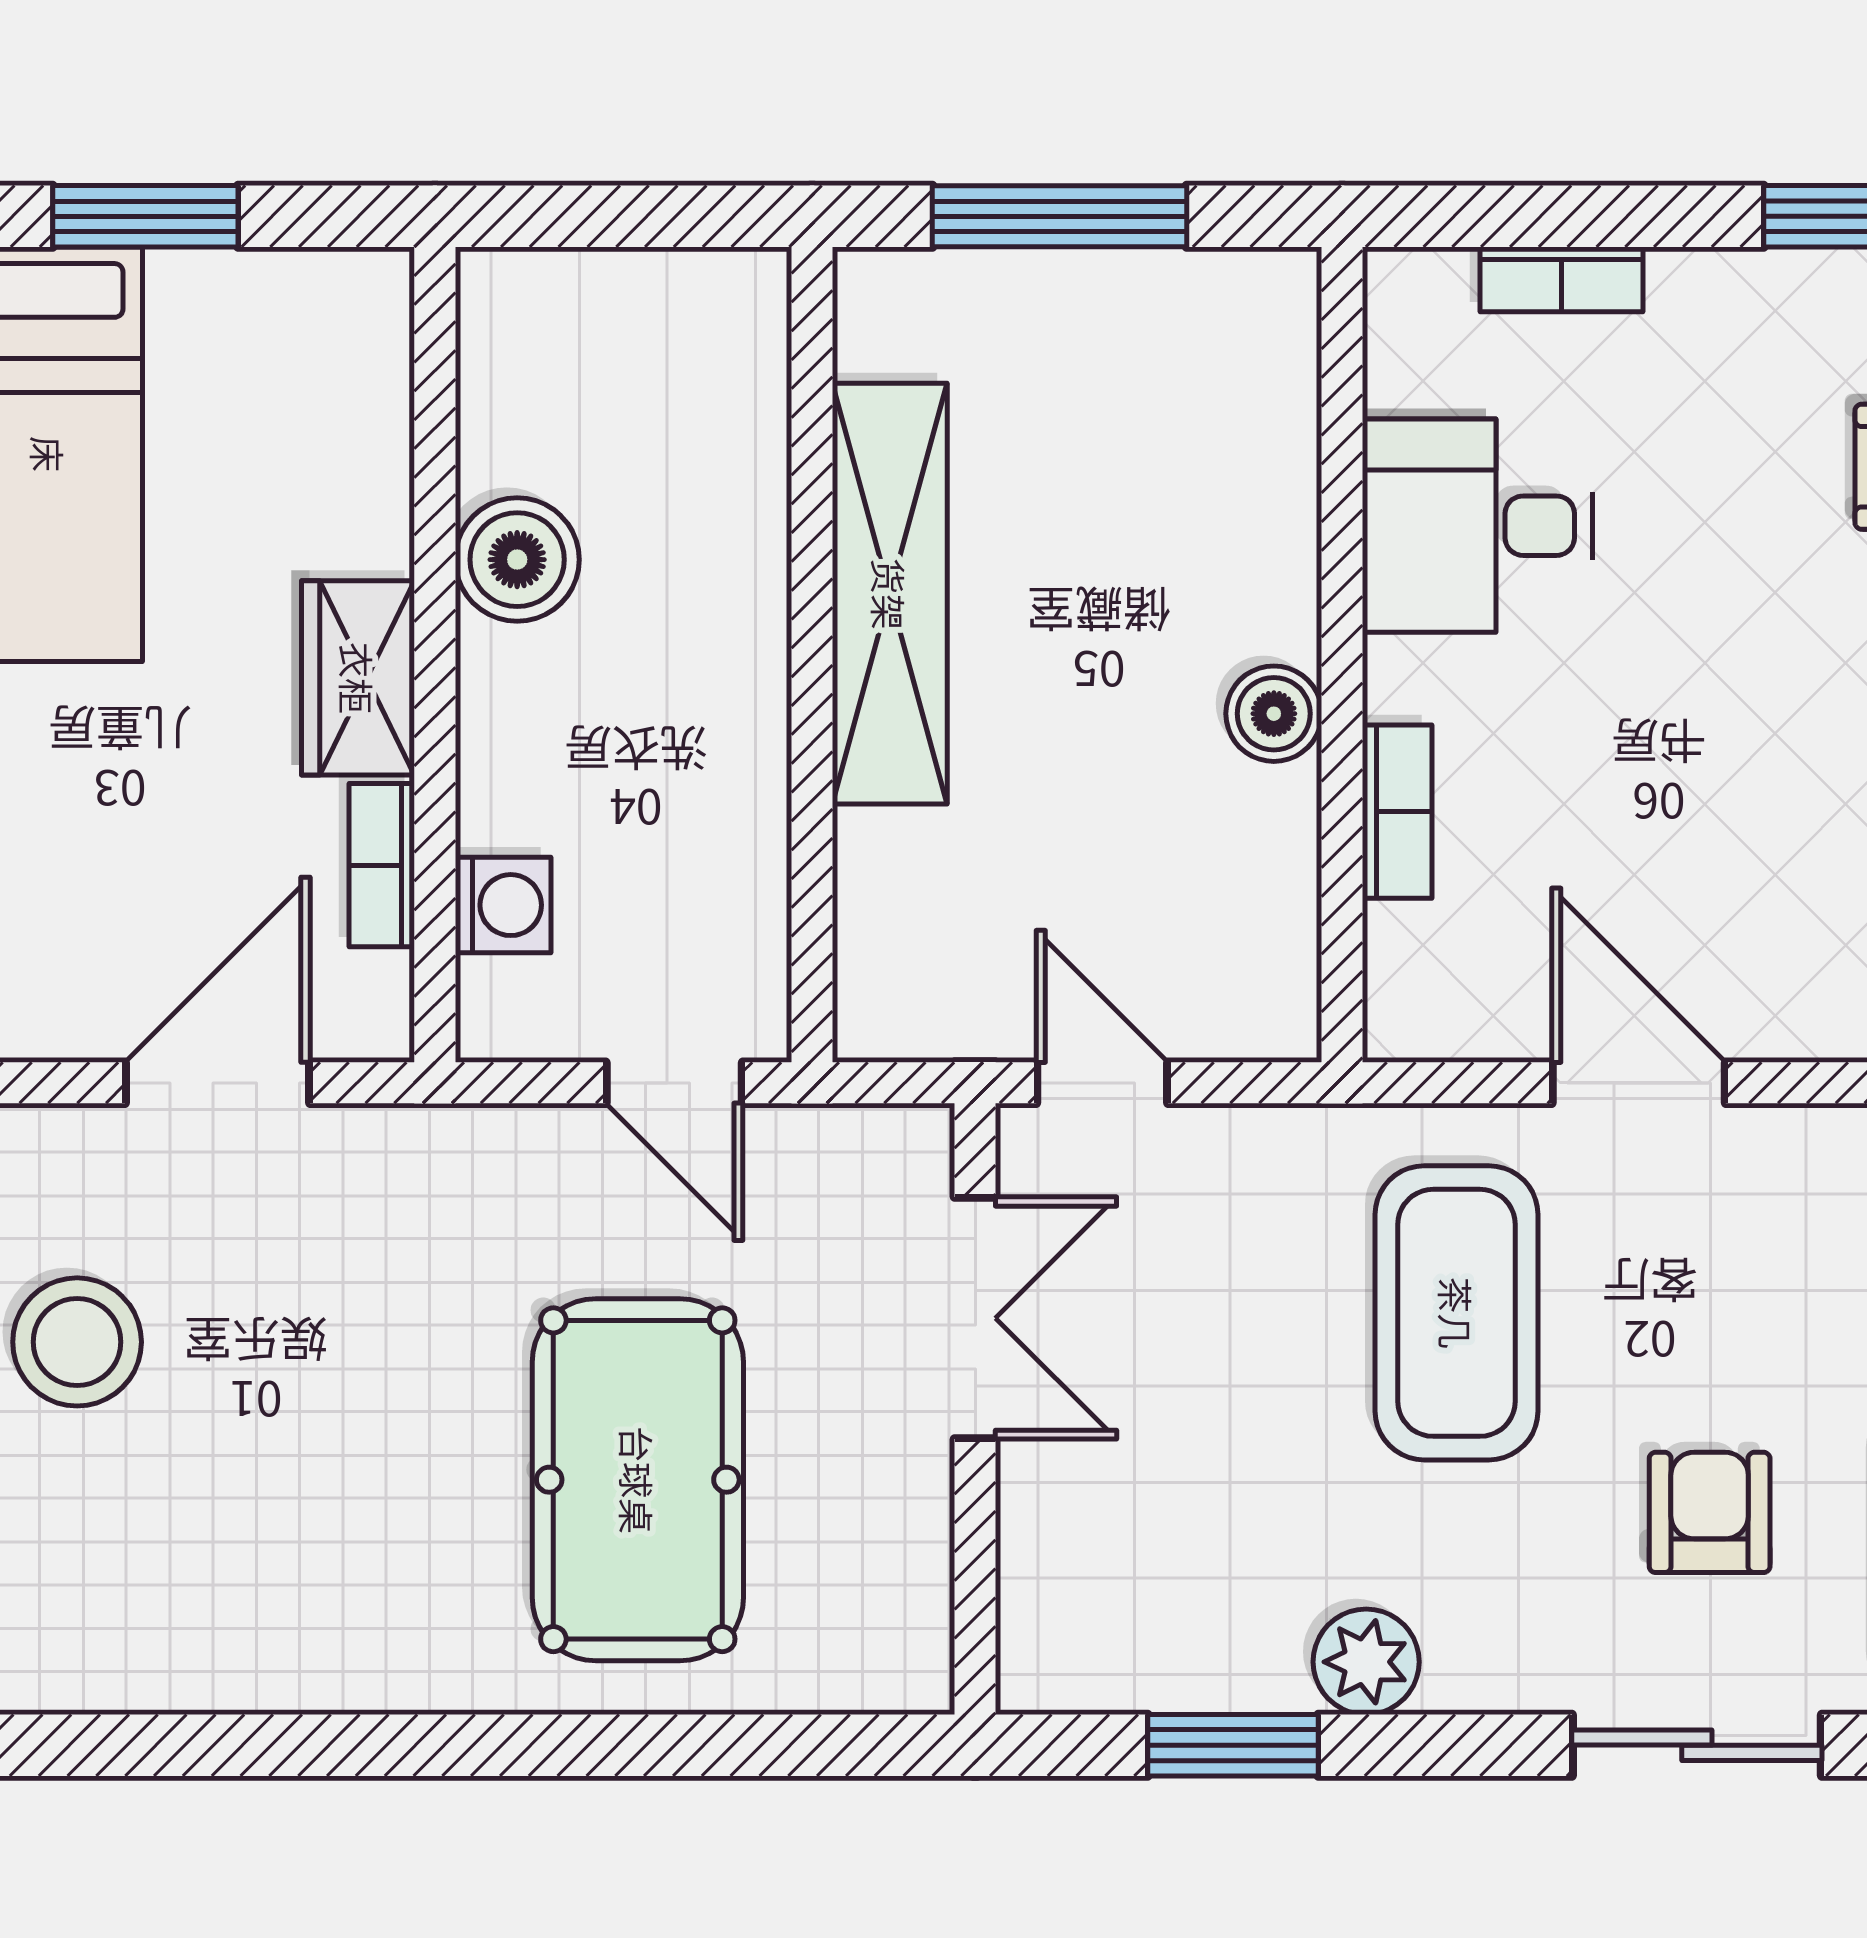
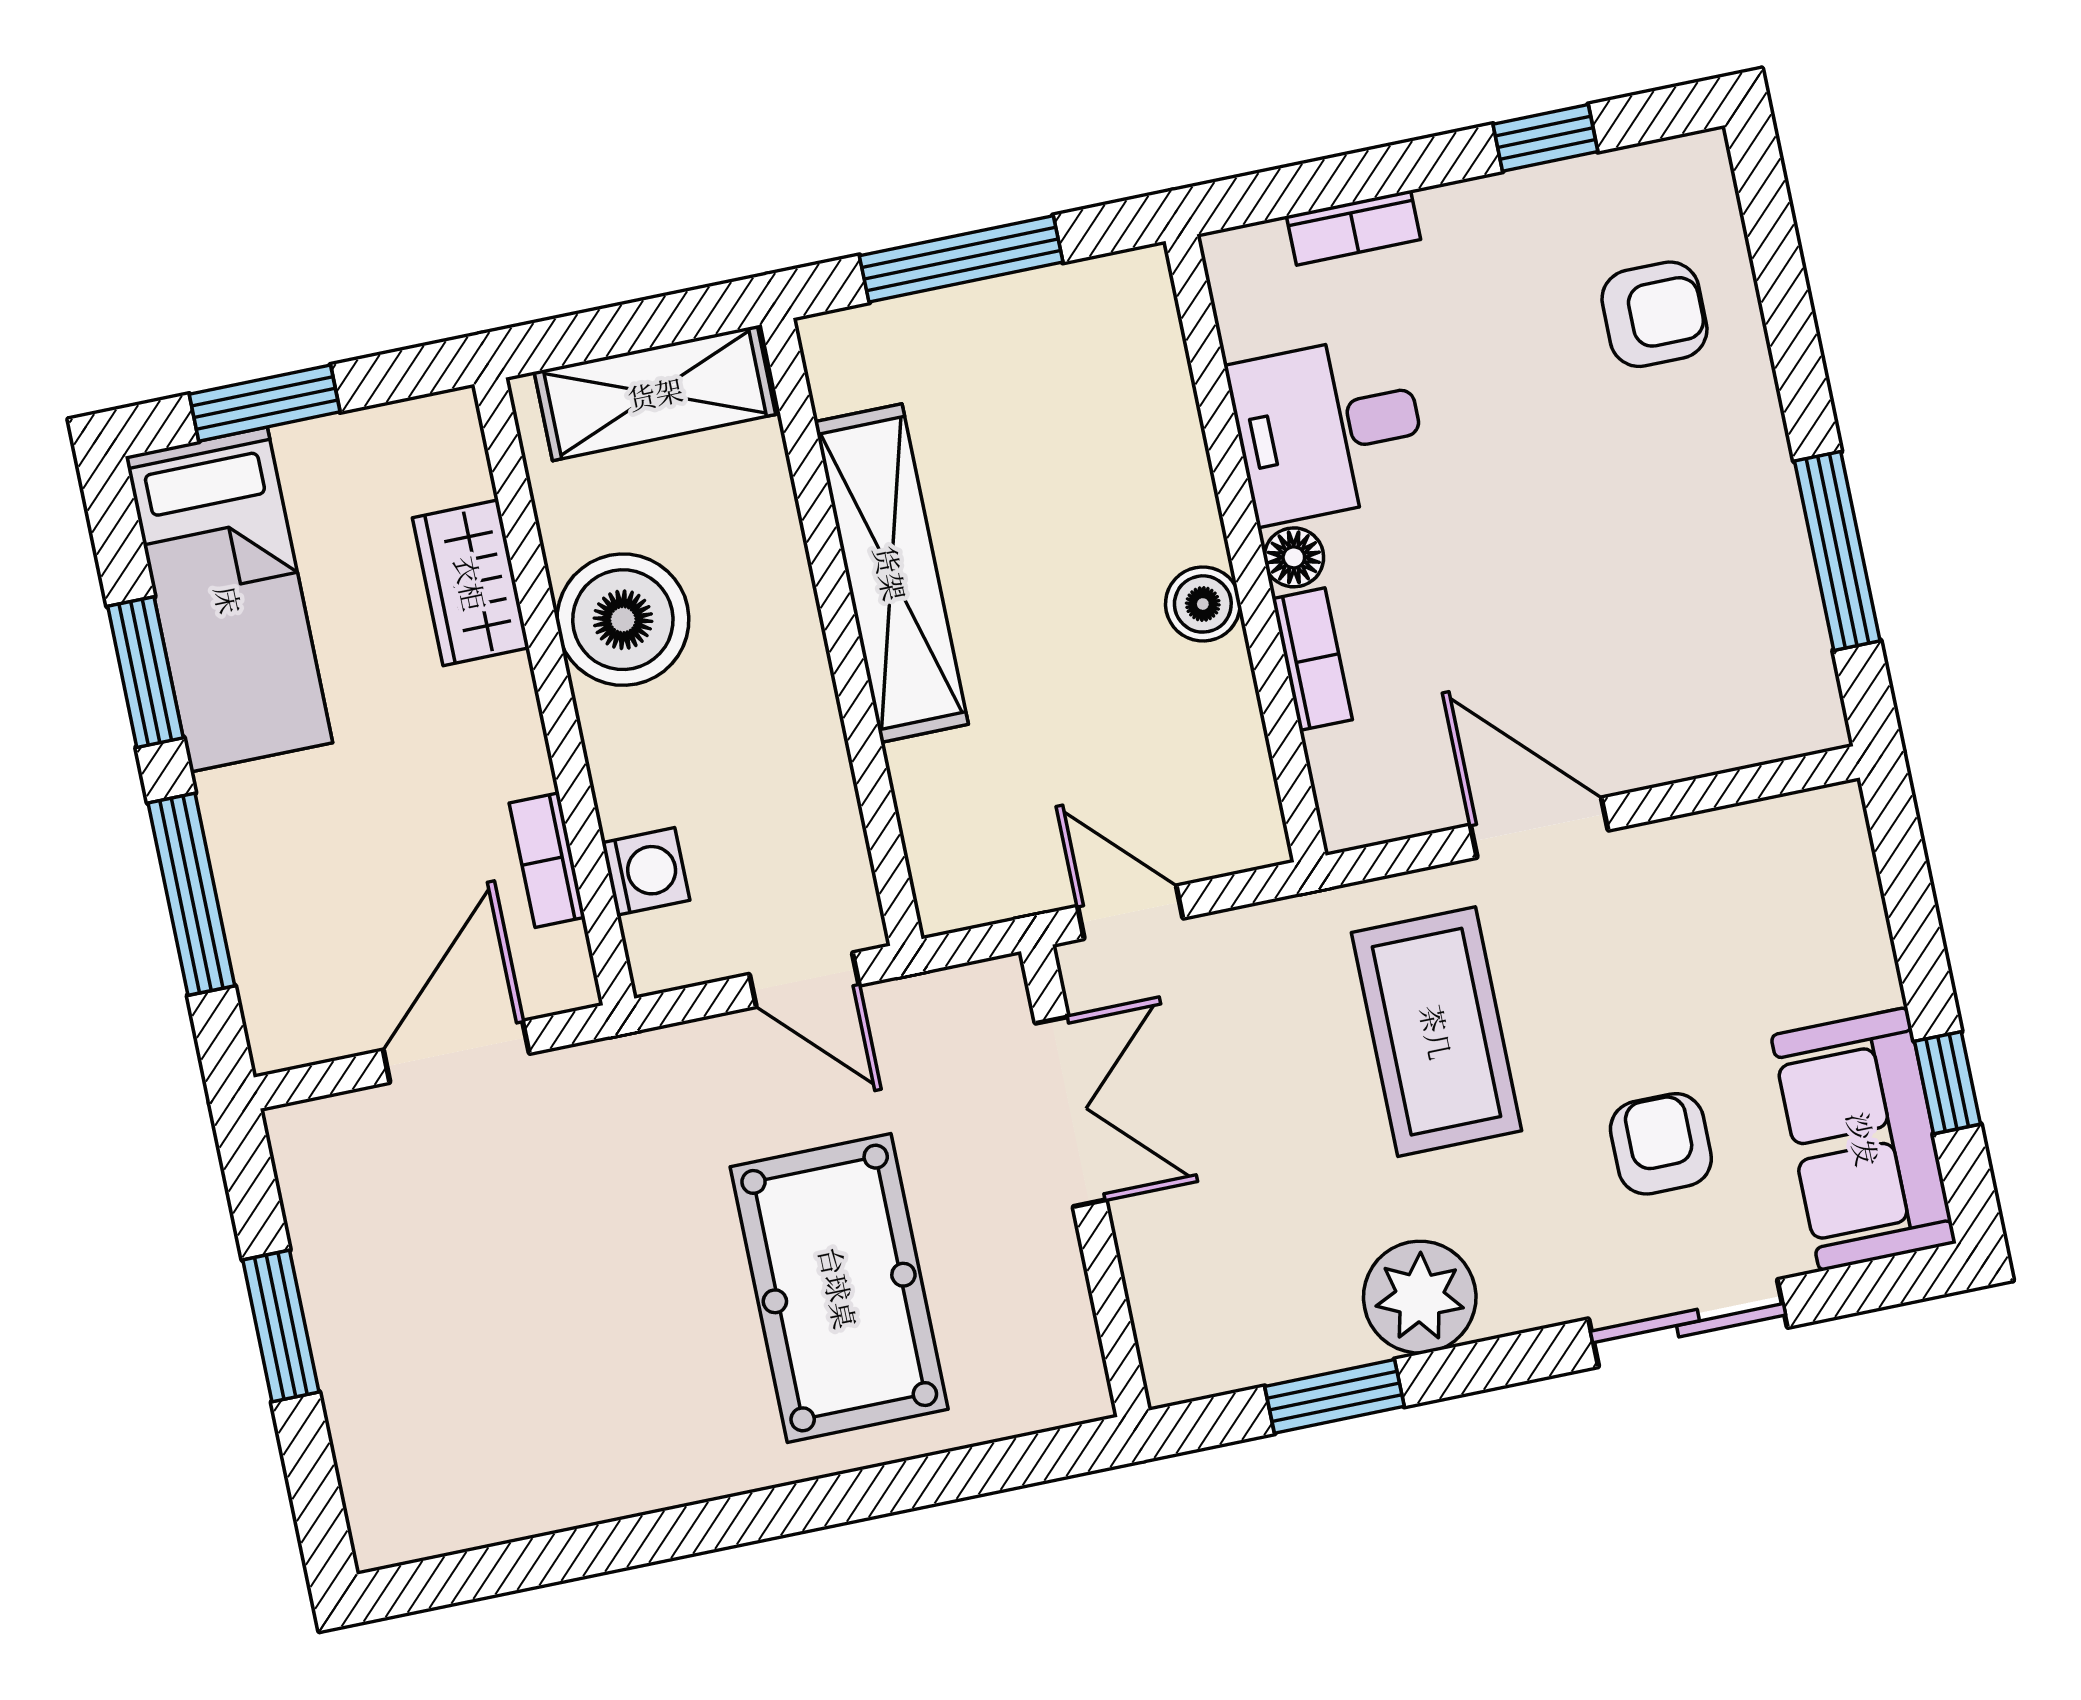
shelving: (639, 305) -> (655, 393), added
boiler: (517, 560) -> (623, 620), width x1.37, depth x1.37
wardrobe: (358, 678) -> (471, 583), moved
floor lamp: (1400, 679) -> (1294, 557), added
stool: (77, 1342) -> (390, 1272), removed
plant: (1366, 1662) -> (1420, 1297), width x1.36, depth x1.36

